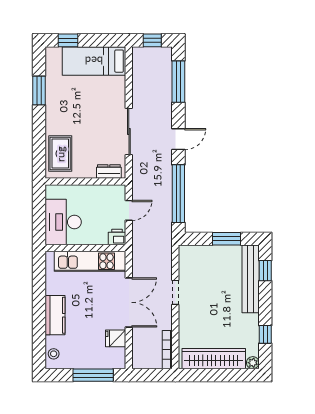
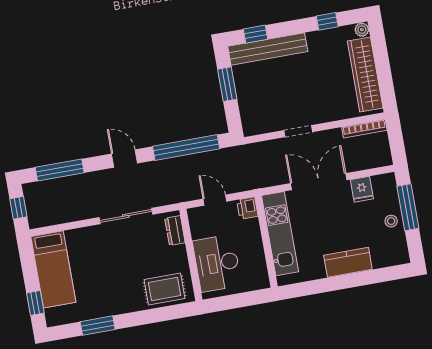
desk: (63, 222) -> (217, 263), moved, turned 90
stool: (54, 354) -> (391, 221), moved

